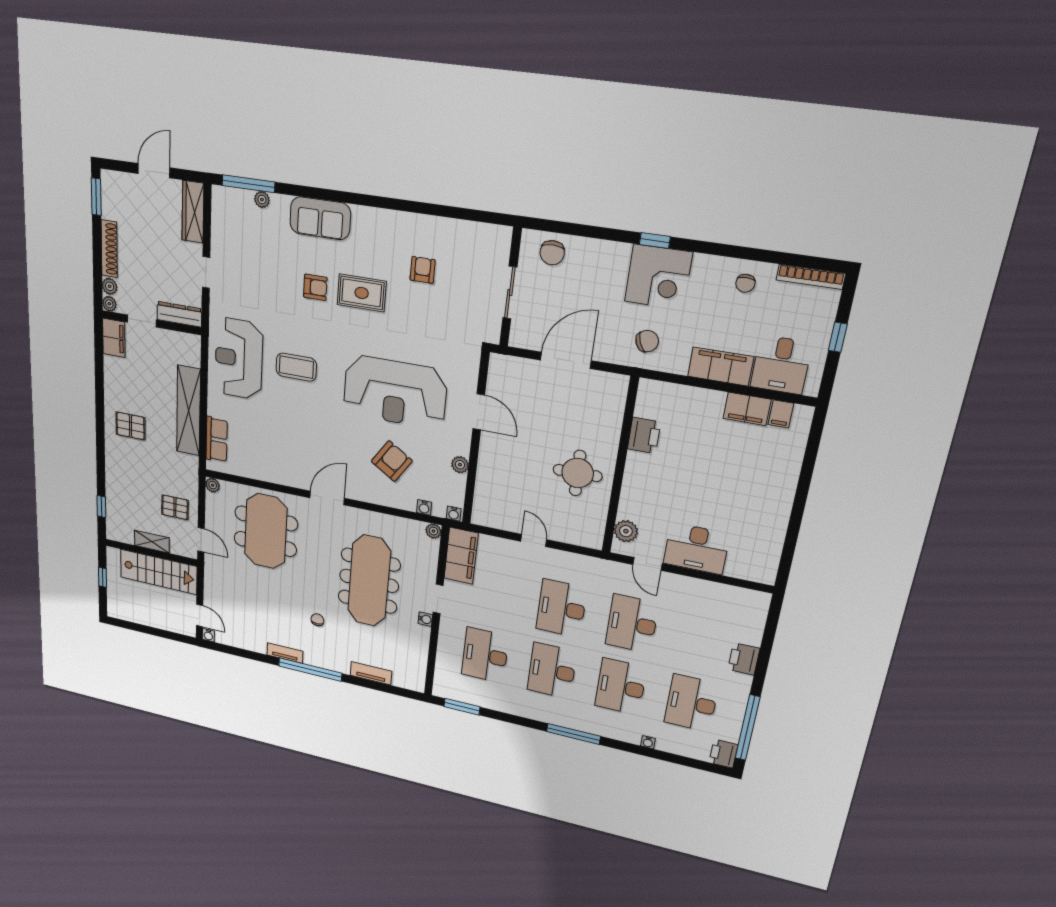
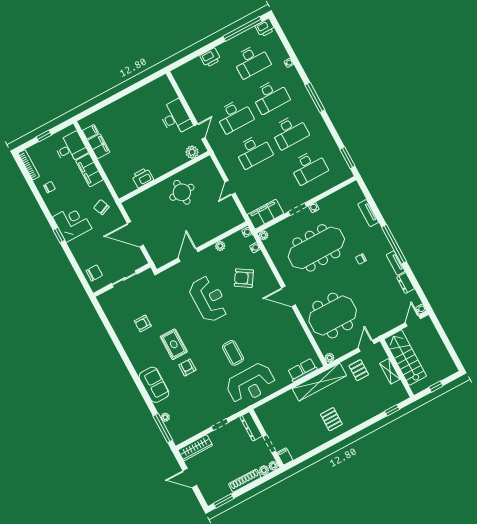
filing cabinet: (114, 338) -> (285, 456), width x0.50
reception desk: (395, 392) -> (209, 299), width x0.74, depth x0.77
shelving: (188, 411) -> (319, 382), moved
dresser: (252, 644) -> (406, 283), added

